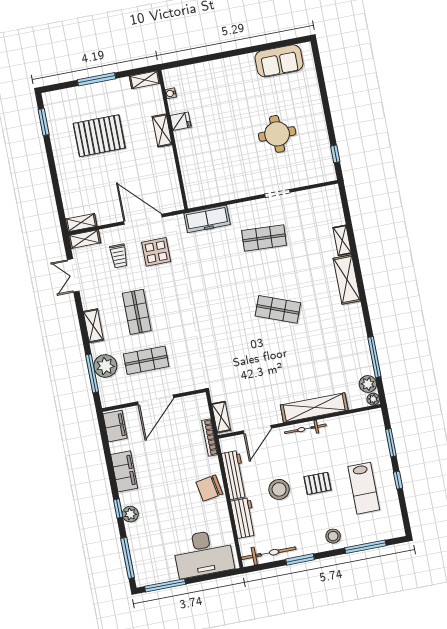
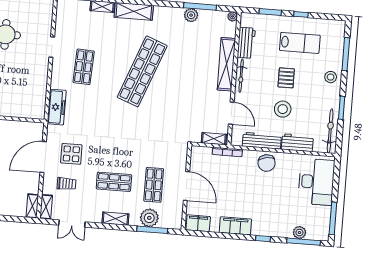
shop shelf: (278, 309) -> (142, 71), width x2.00, depth x1.36
plant: (368, 384) -> (191, 15), moved
workbench: (346, 424) -> (246, 43), added
plant: (130, 514) -> (299, 233), moved

